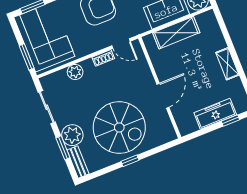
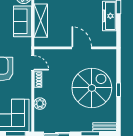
door: (121, 43) -> (33, 63), hinge flipped
plant: (72, 135) -> (84, 123), removed

